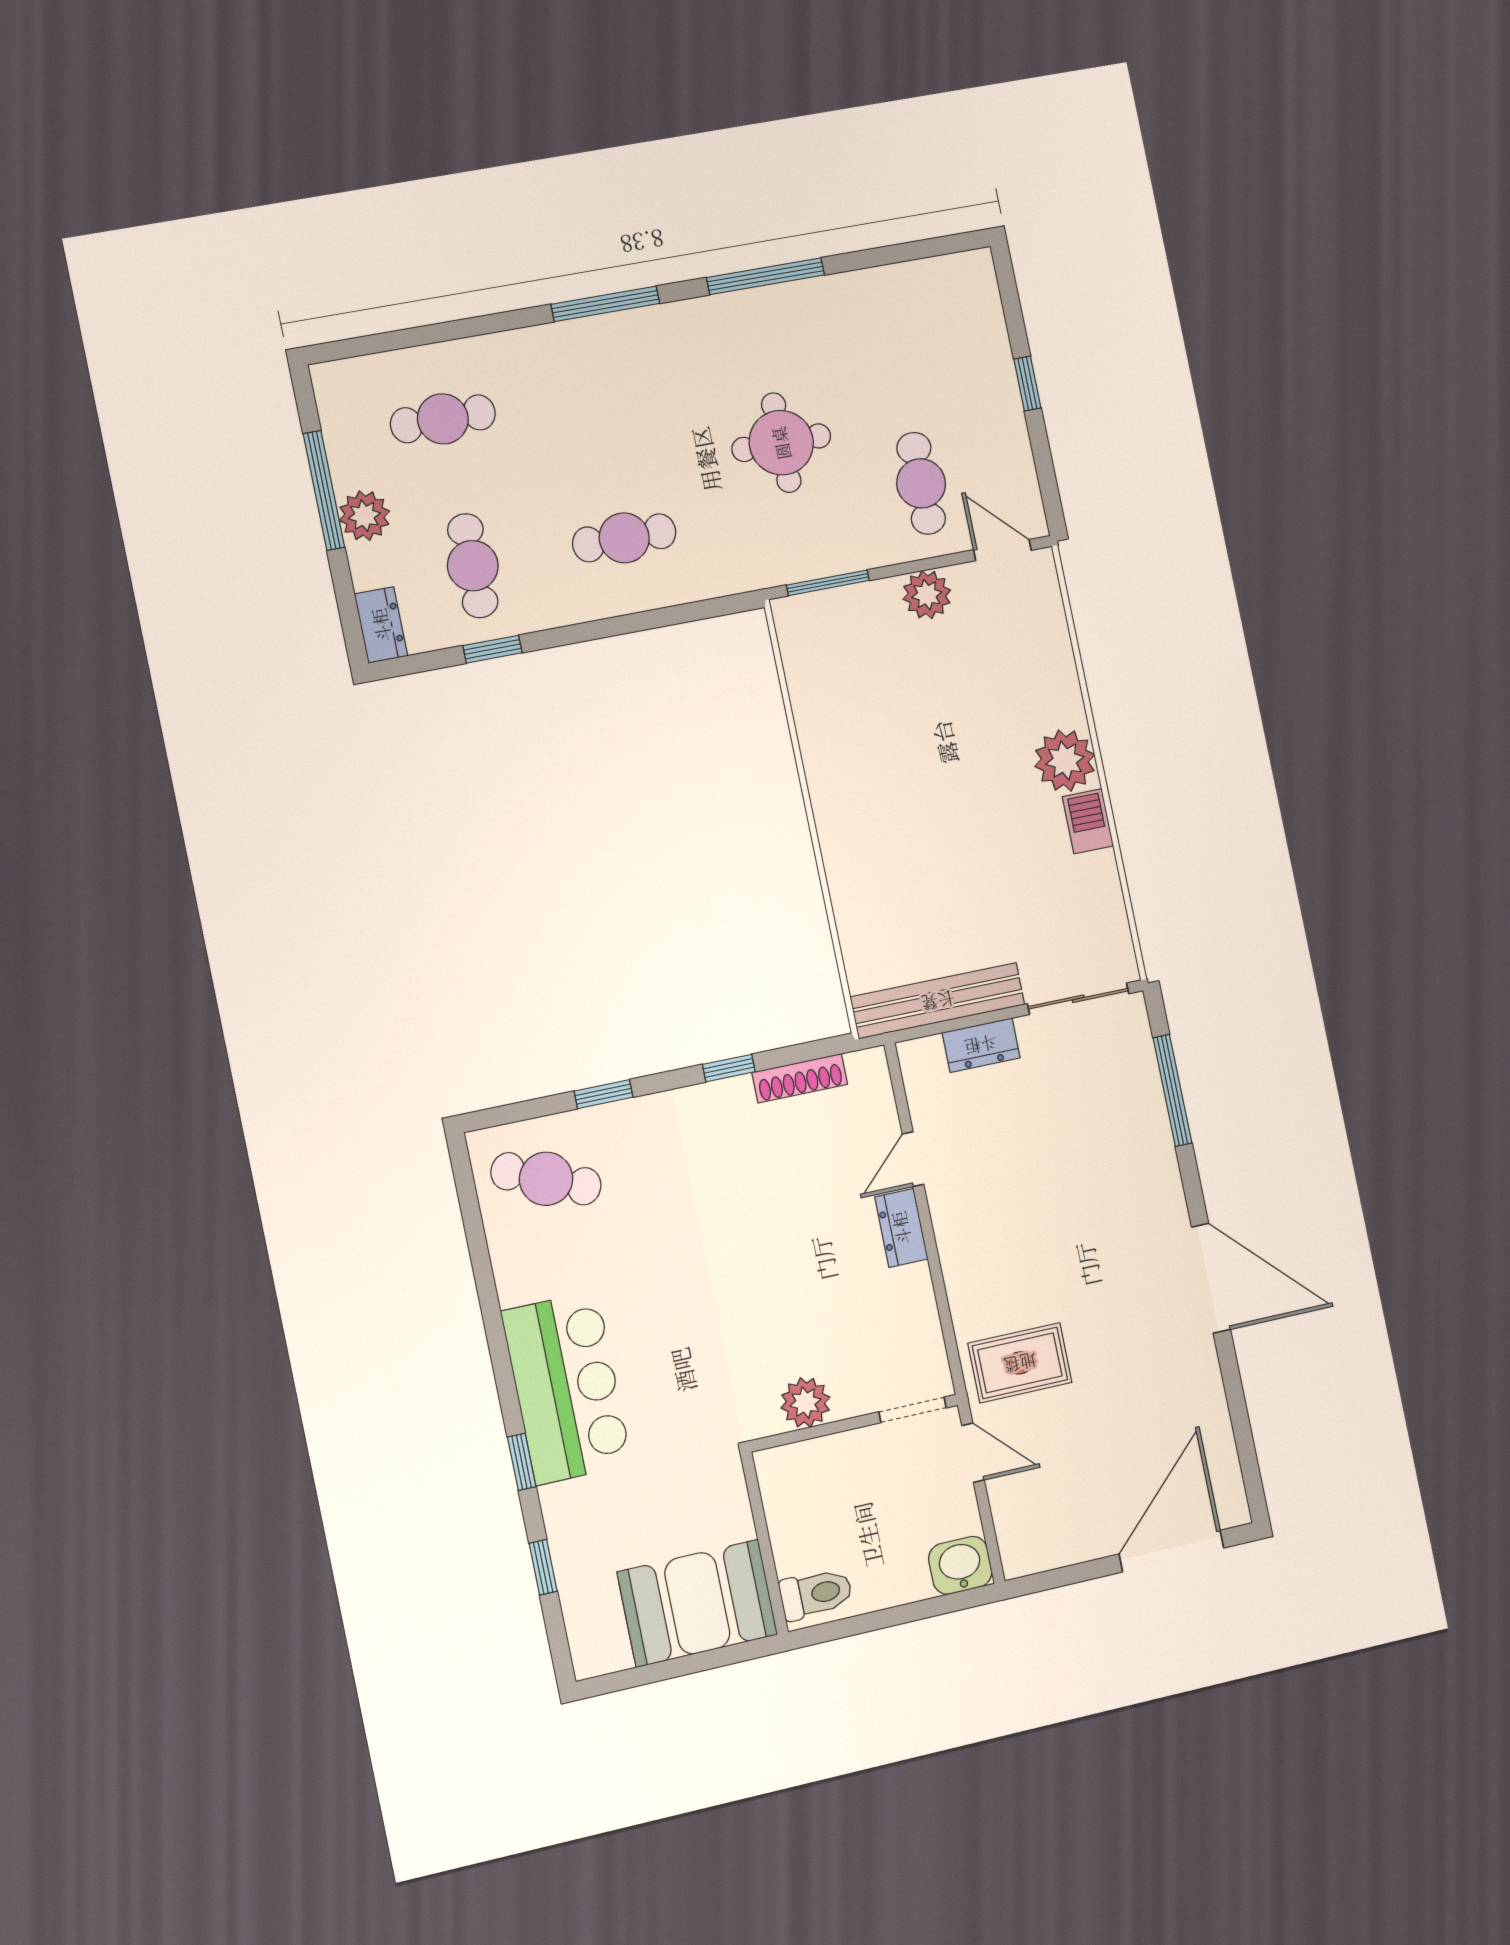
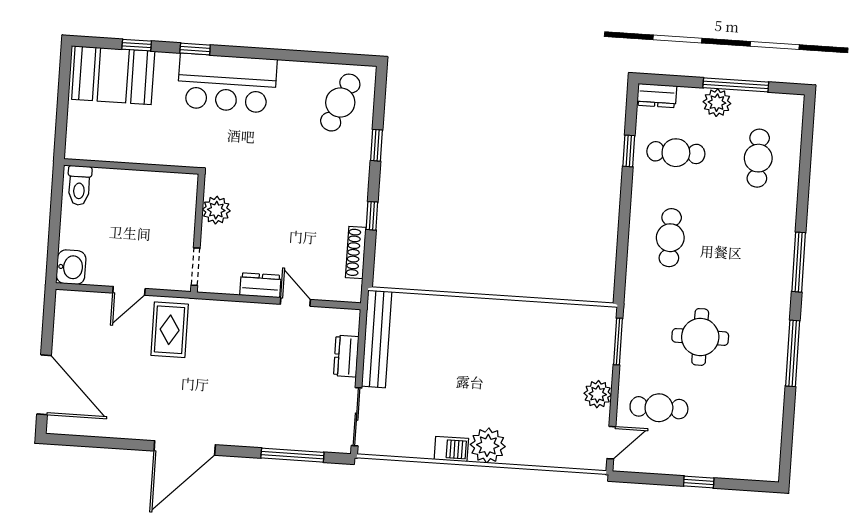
plant: (805, 1403) -> (216, 210), moved
doorway: (913, 1410) -> (196, 267), moved
wall: (854, 1423) -> (198, 233), moved
booth: (697, 1603) -> (113, 75), moved, turned 90

